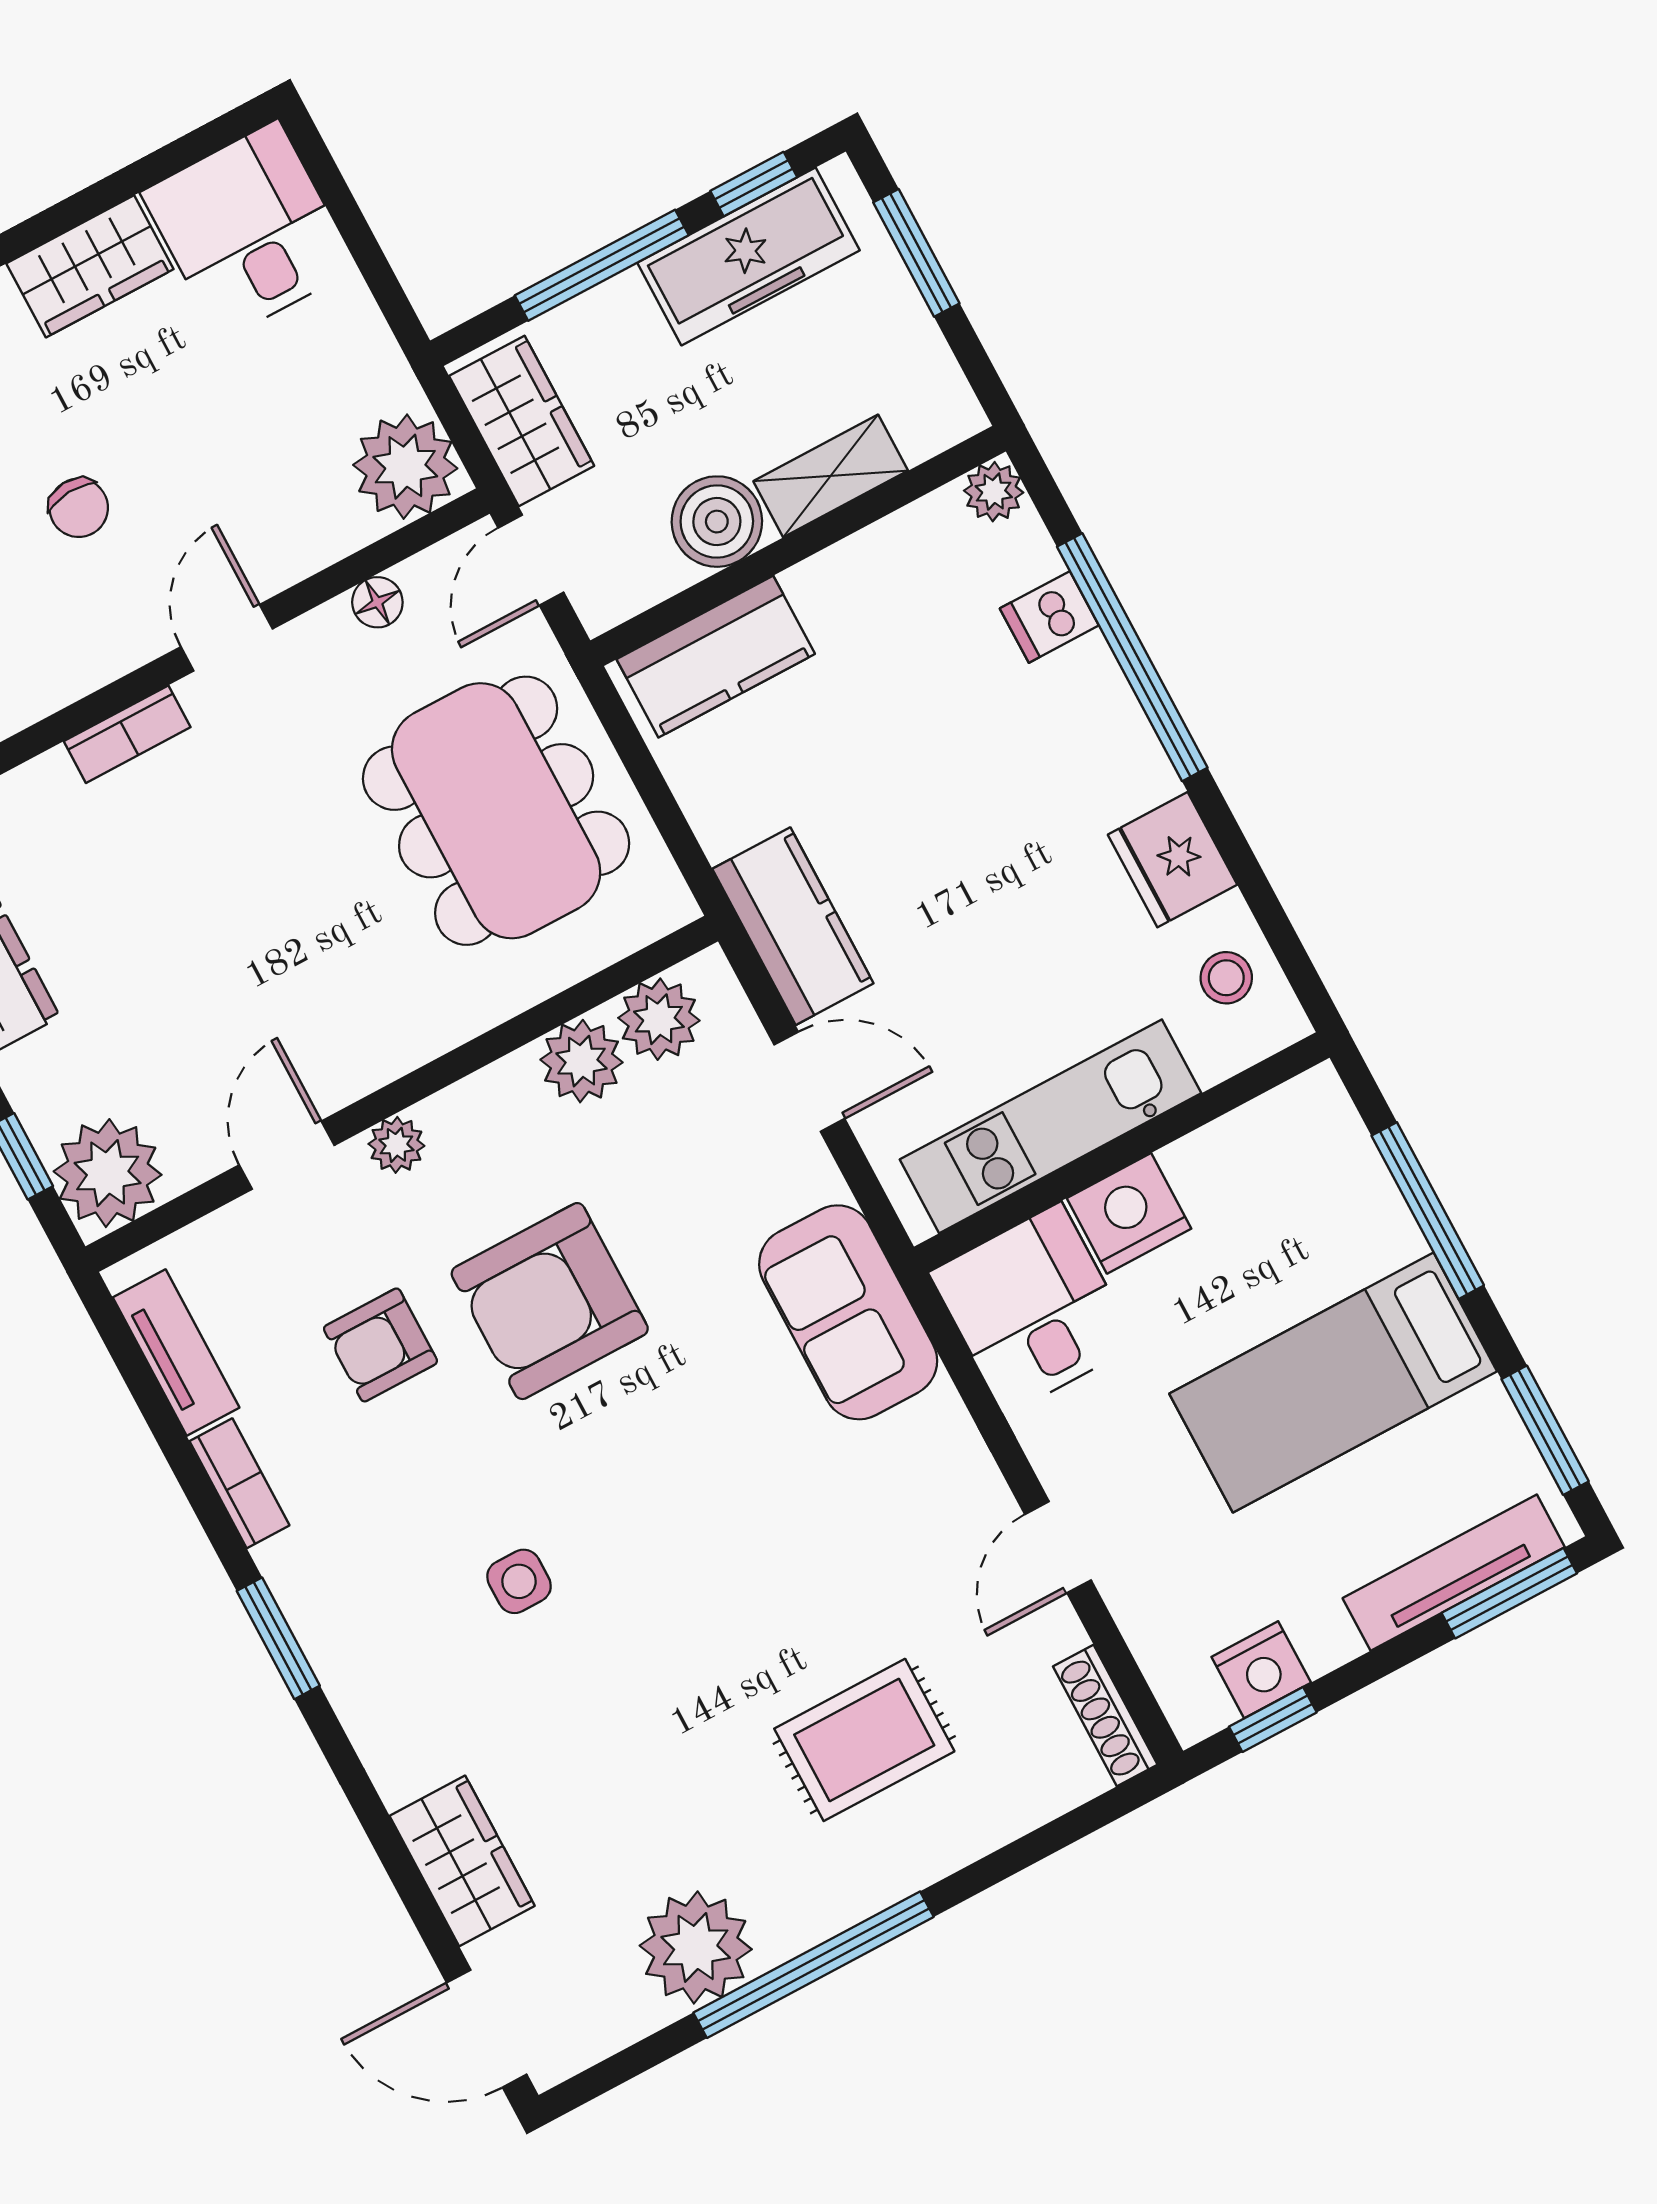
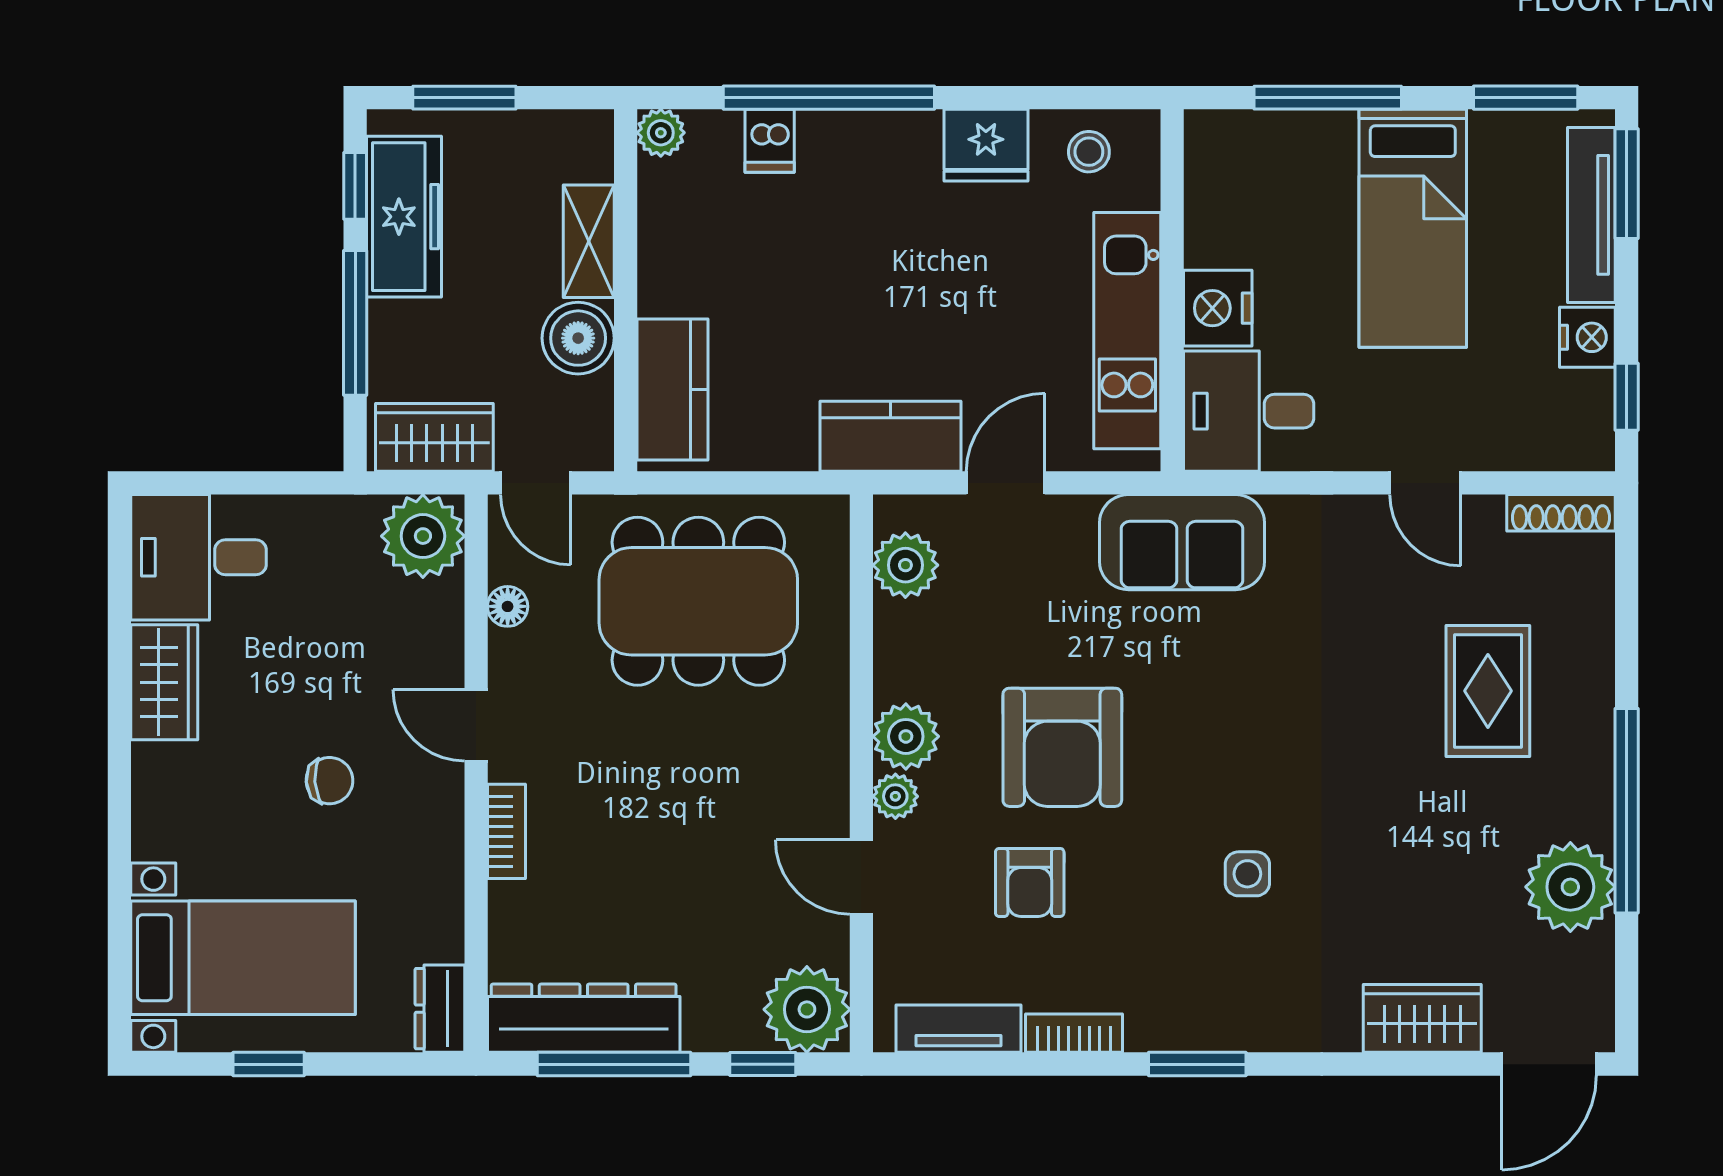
plant: (581, 1061) -> (906, 736), moved
nightstand: (1261, 1670) -> (1587, 337), moved

